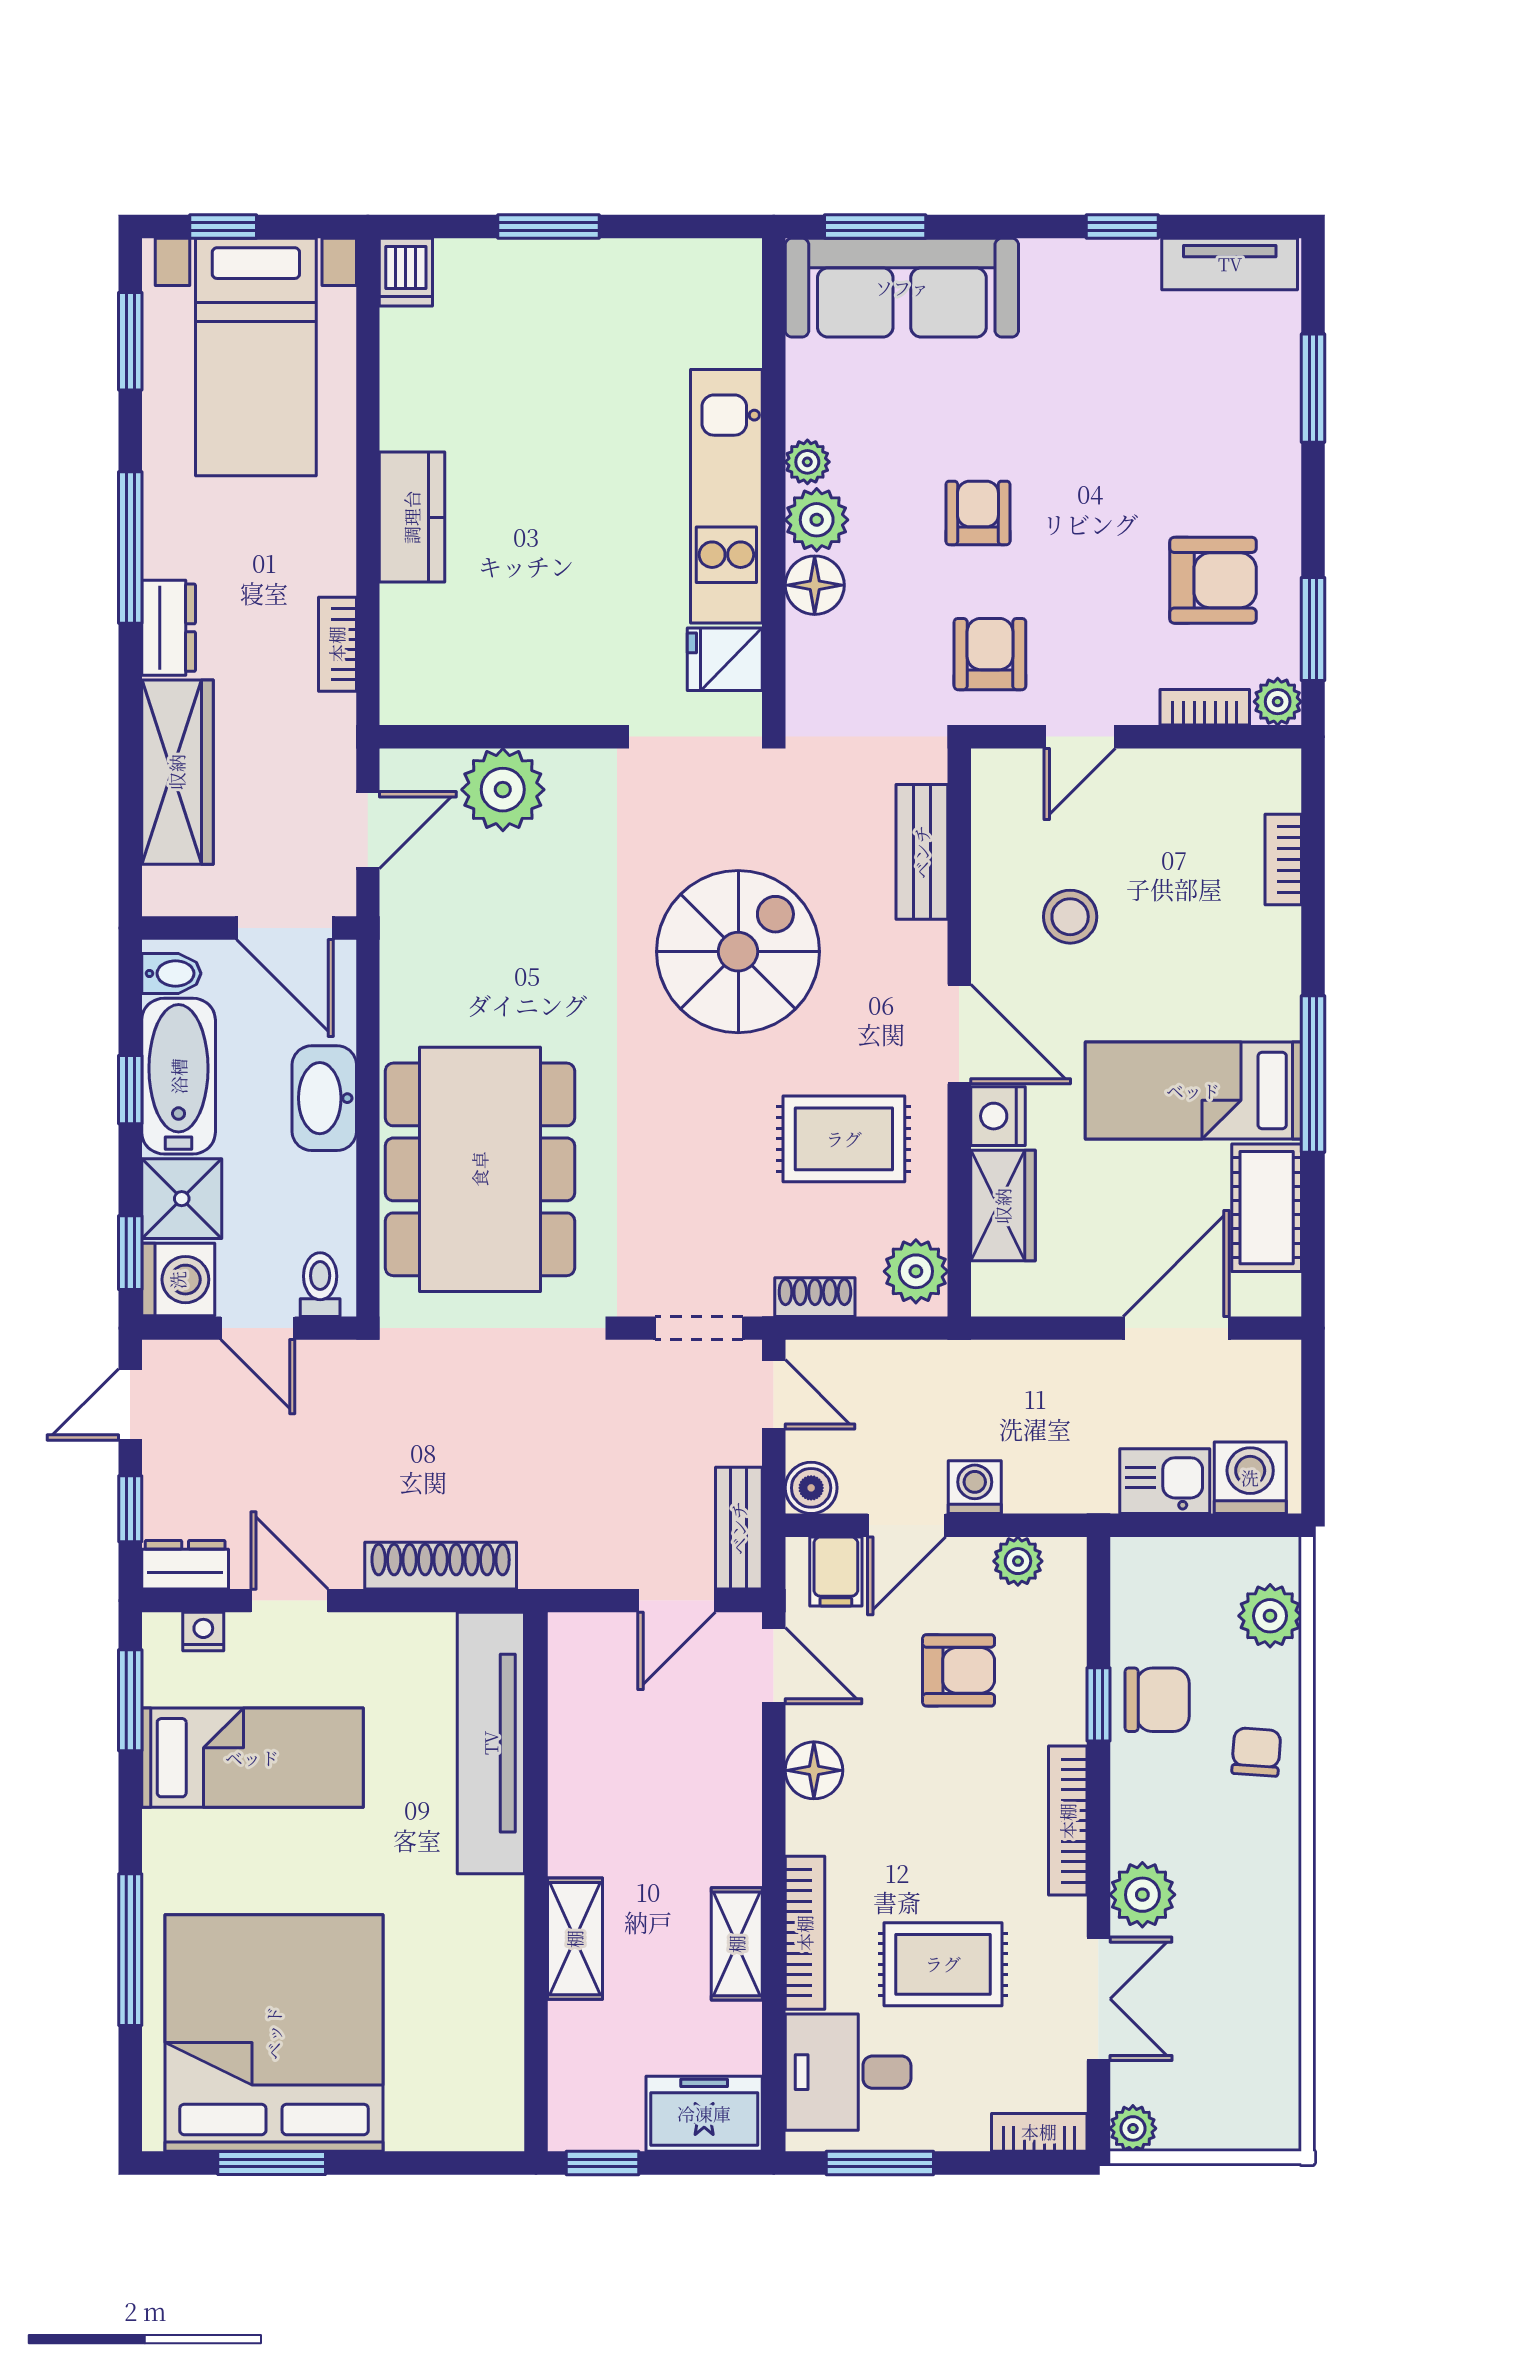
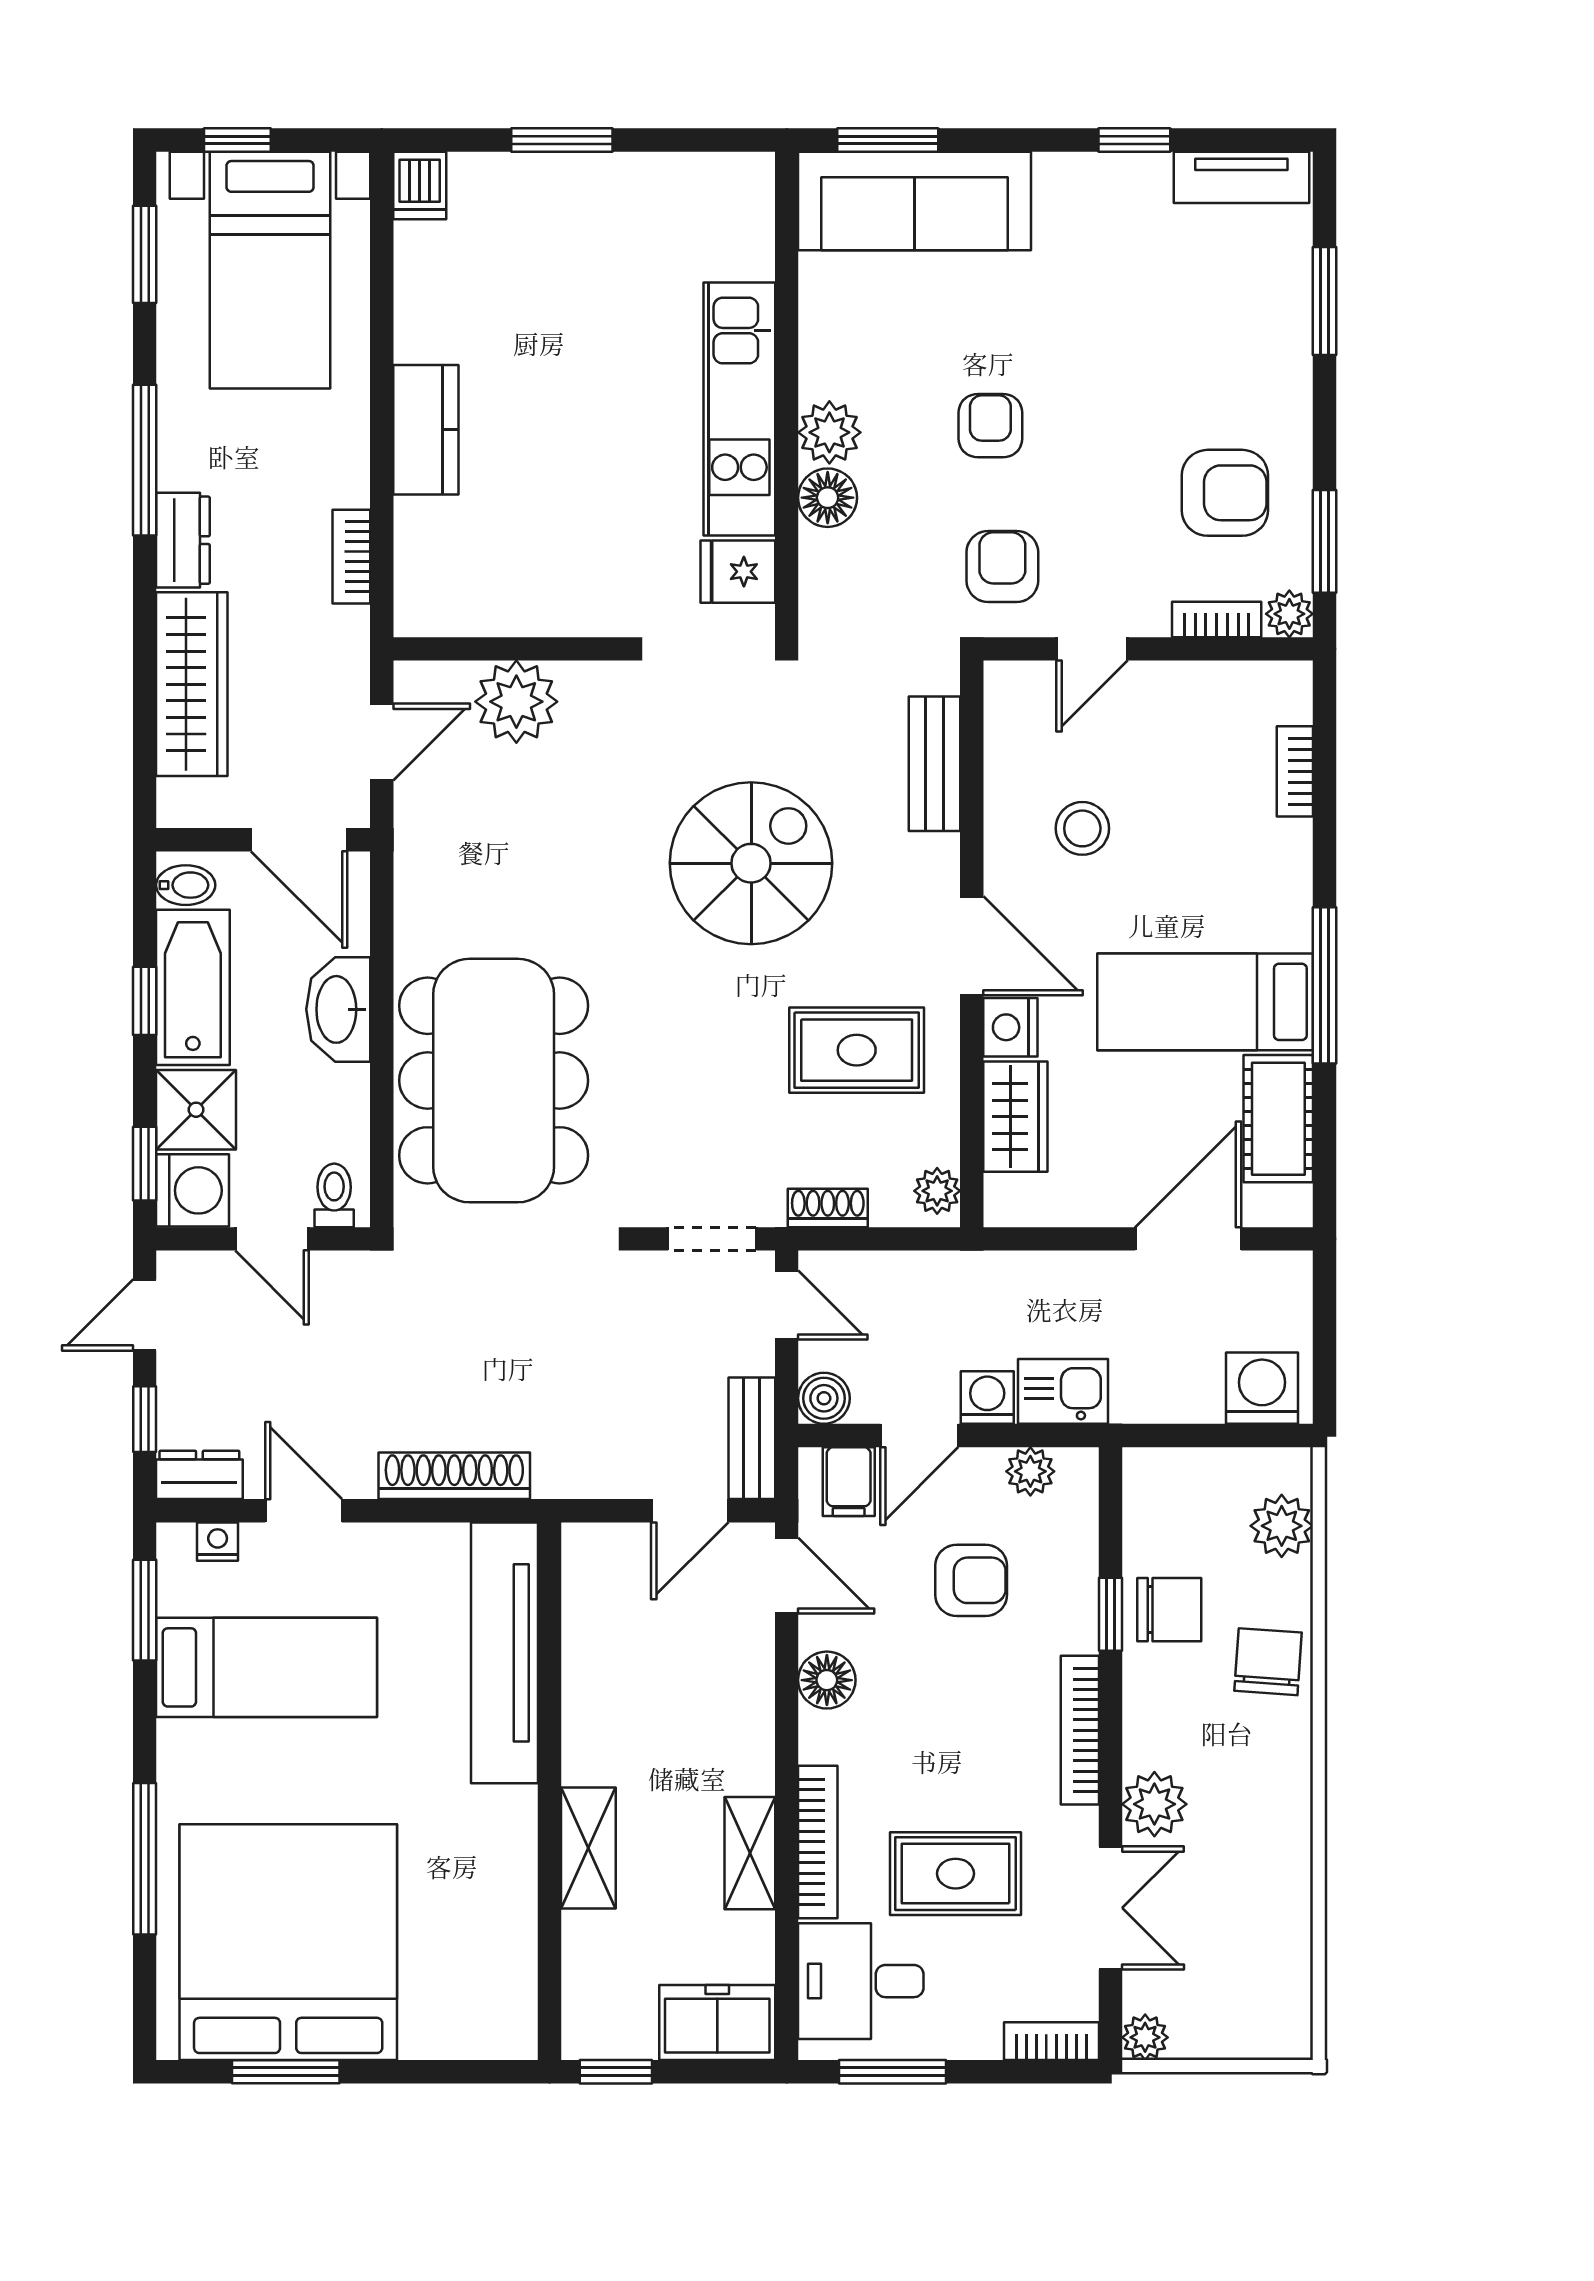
plant: (807, 462) -> (820, 375), removed
plant: (916, 1271) -> (937, 1191), width x0.73, depth x0.73
kitchen sink: (1165, 1481) -> (1063, 1391), moved
chair: (1256, 1752) -> (1268, 1662), width x1.37, depth x1.37

